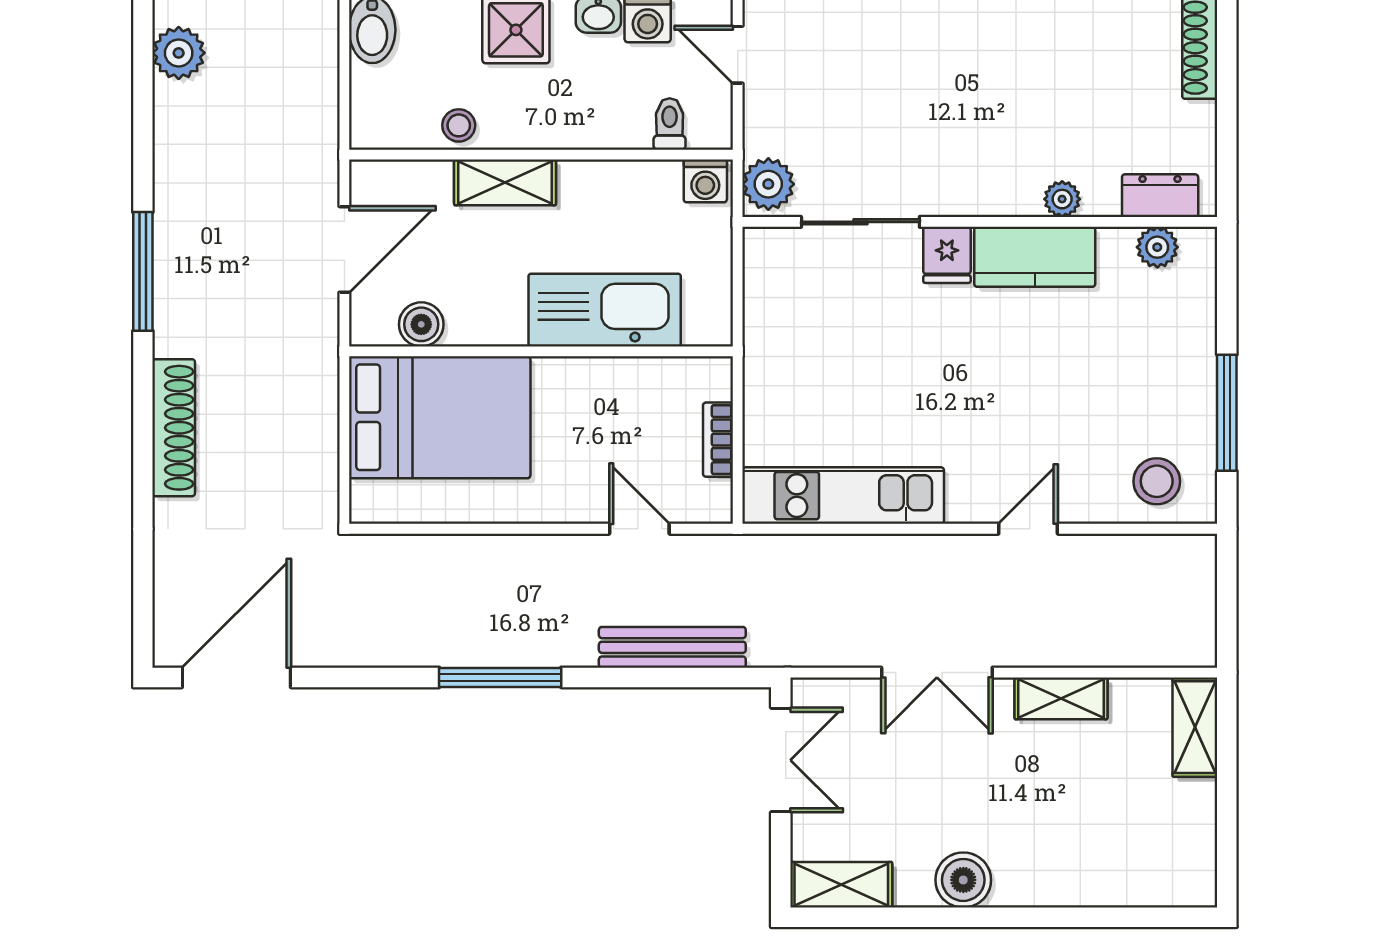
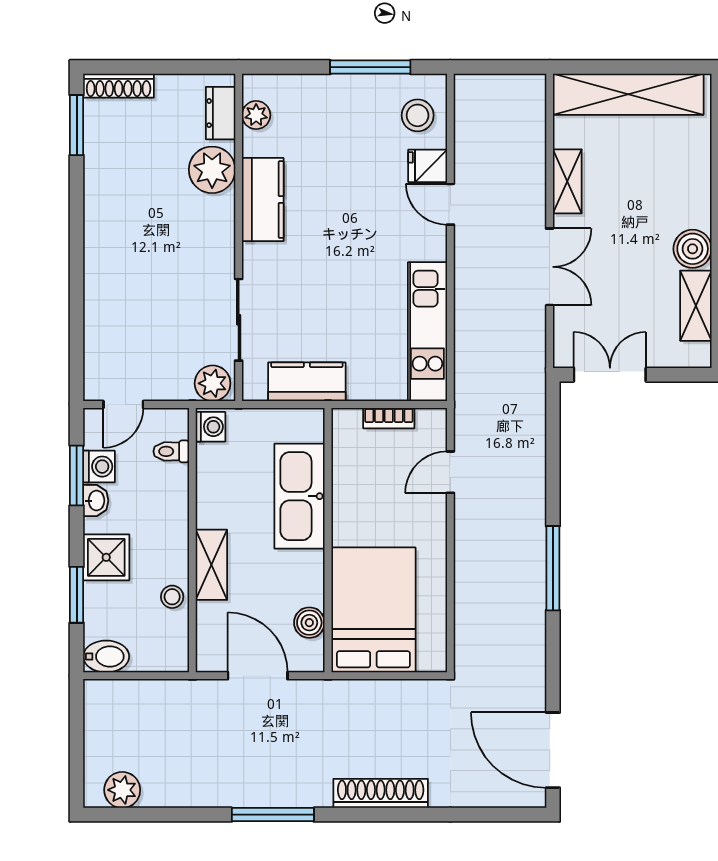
plant: (1062, 199) -> (212, 170), width x1.87, depth x1.87
fridge: (947, 255) -> (428, 166), moved, turned 180
kitchen counter: (770, 321) -> (307, 382), added
bench: (672, 647) -> (532, 449), removed
shelving: (1195, 727) -> (628, 94), width x2.20, depth x1.33
shelving: (841, 885) -> (696, 306), moved

